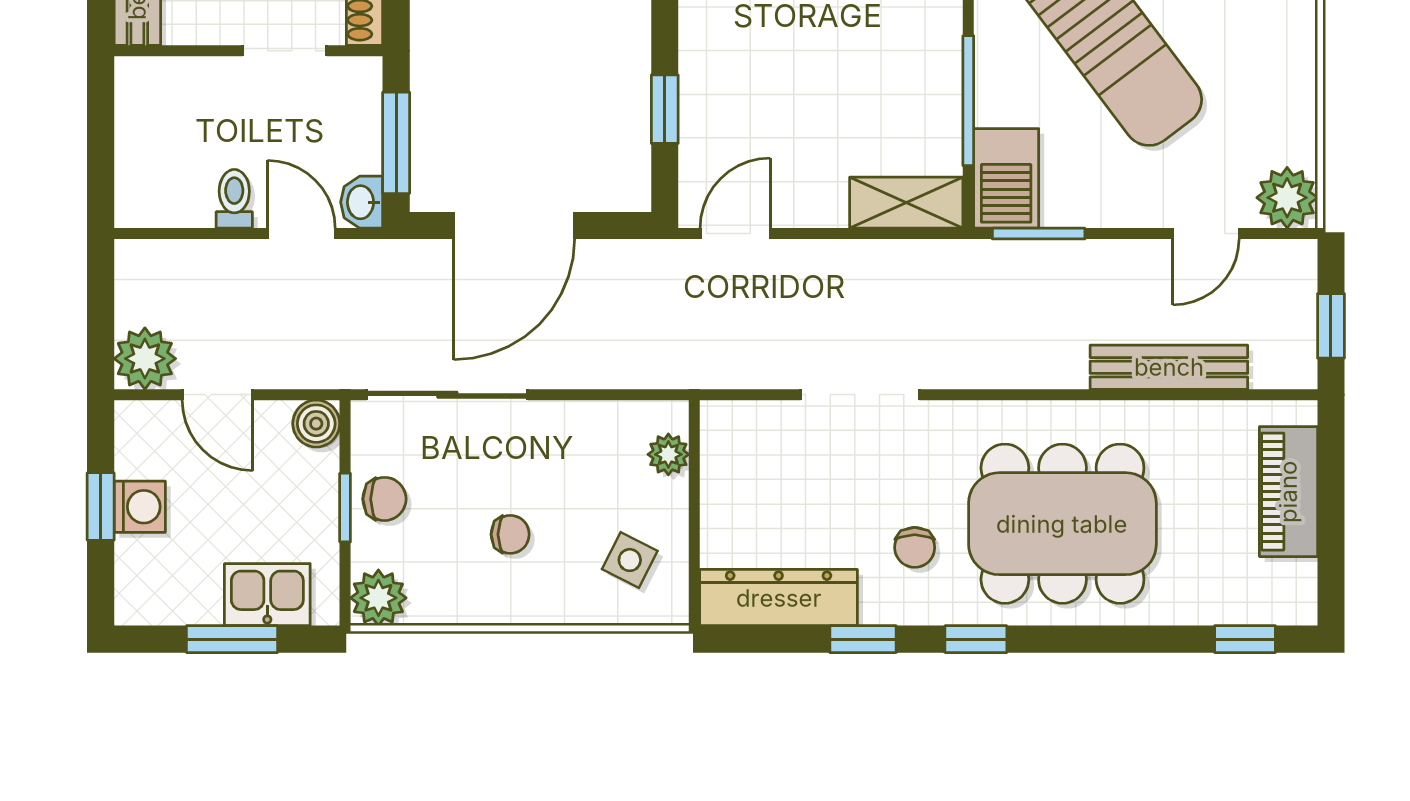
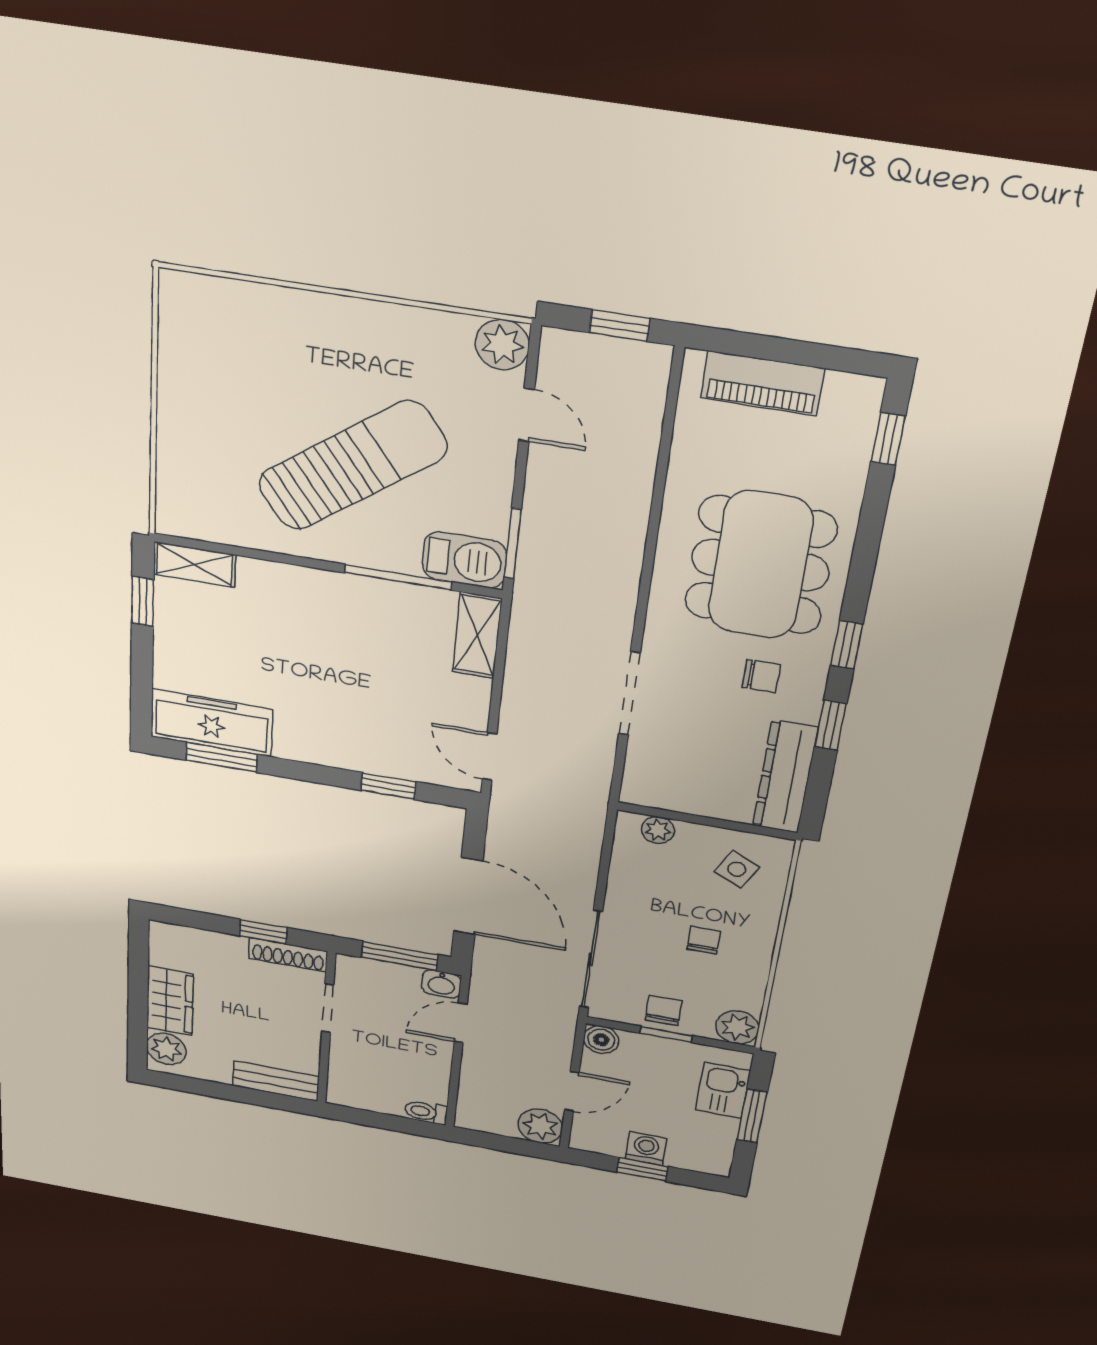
toilet: (234, 199) -> (426, 1112), moved
bench: (1169, 367) -> (638, 462), removed

